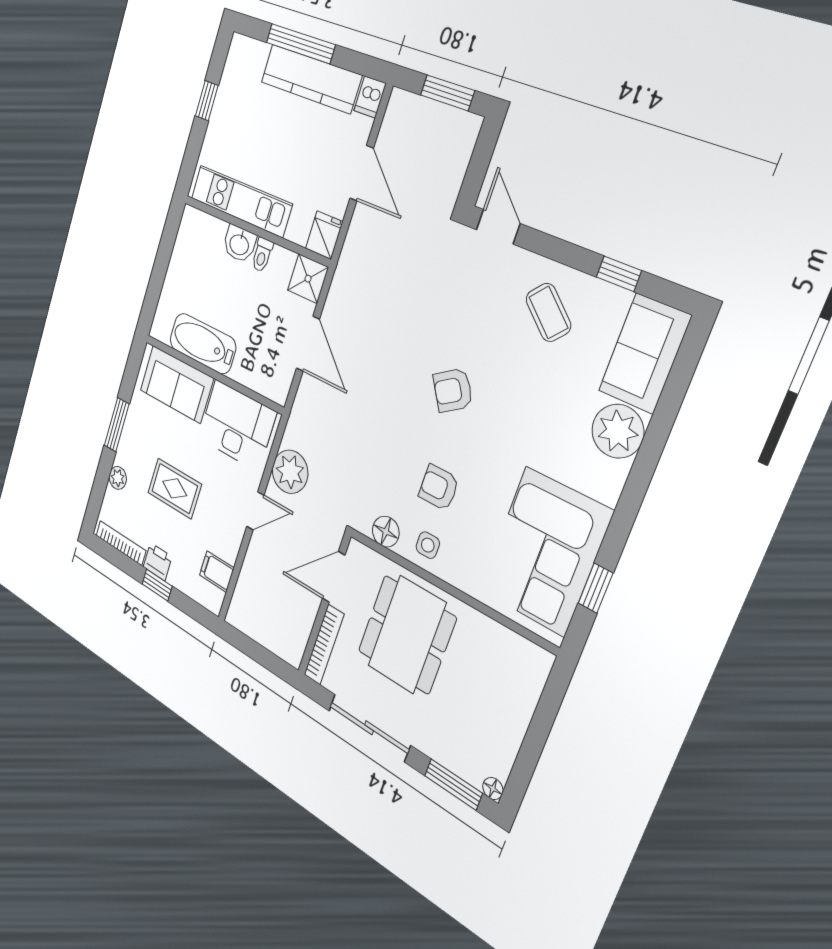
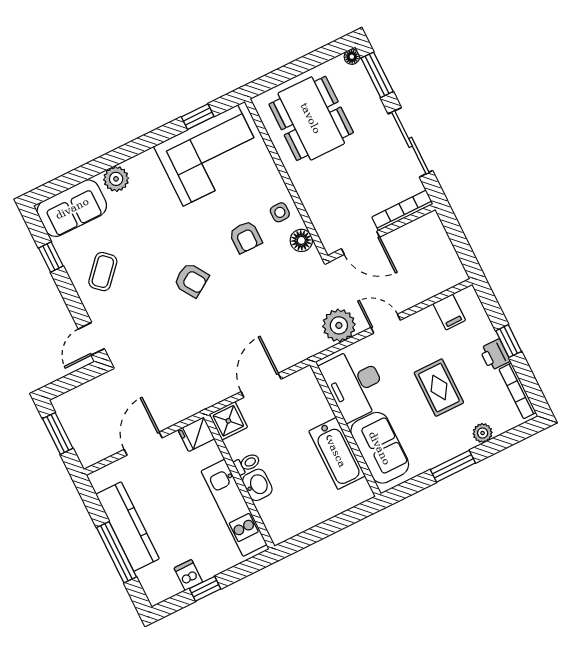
dishwasher: (370, 97) -> (188, 575), moved, turned -90
plant: (618, 431) -> (116, 179), width x0.73, depth x0.73
dining table: (407, 635) -> (311, 118), moved, turned 90

